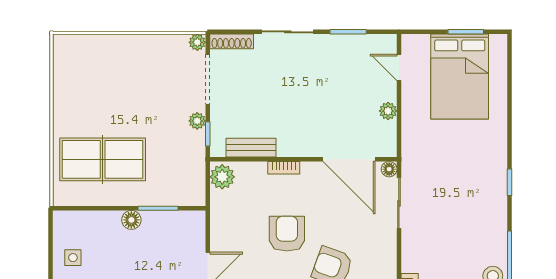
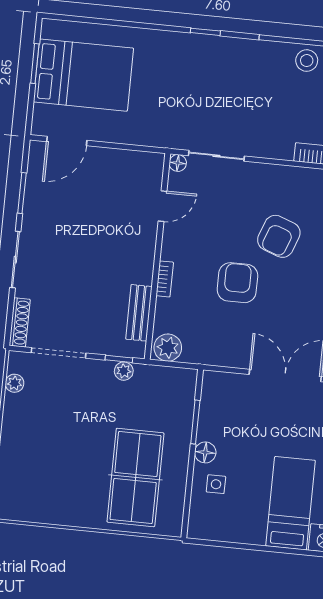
plant: (197, 42) -> (15, 383), moved
door: (399, 67) -> (67, 141), width x1.38
plant: (388, 111) -> (113, 158), removed
plant: (197, 121) -> (124, 371), moved
door: (349, 159) -> (162, 206), width x0.53
armchair: (287, 234) -> (237, 283), turned 90
side table: (73, 258) -> (216, 484), moved

